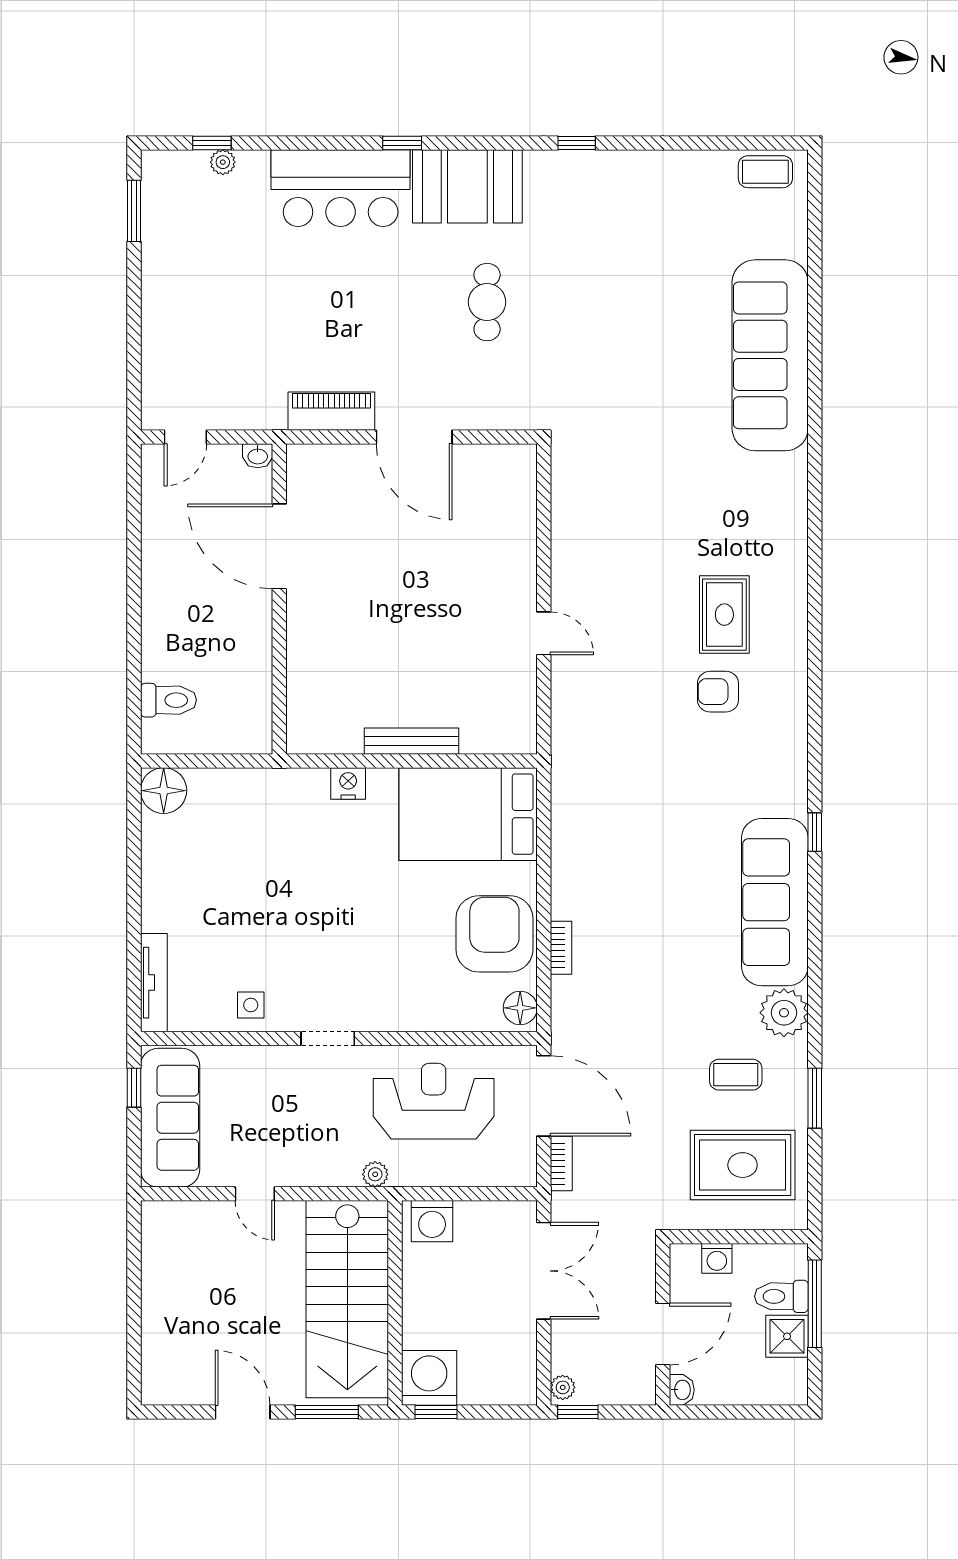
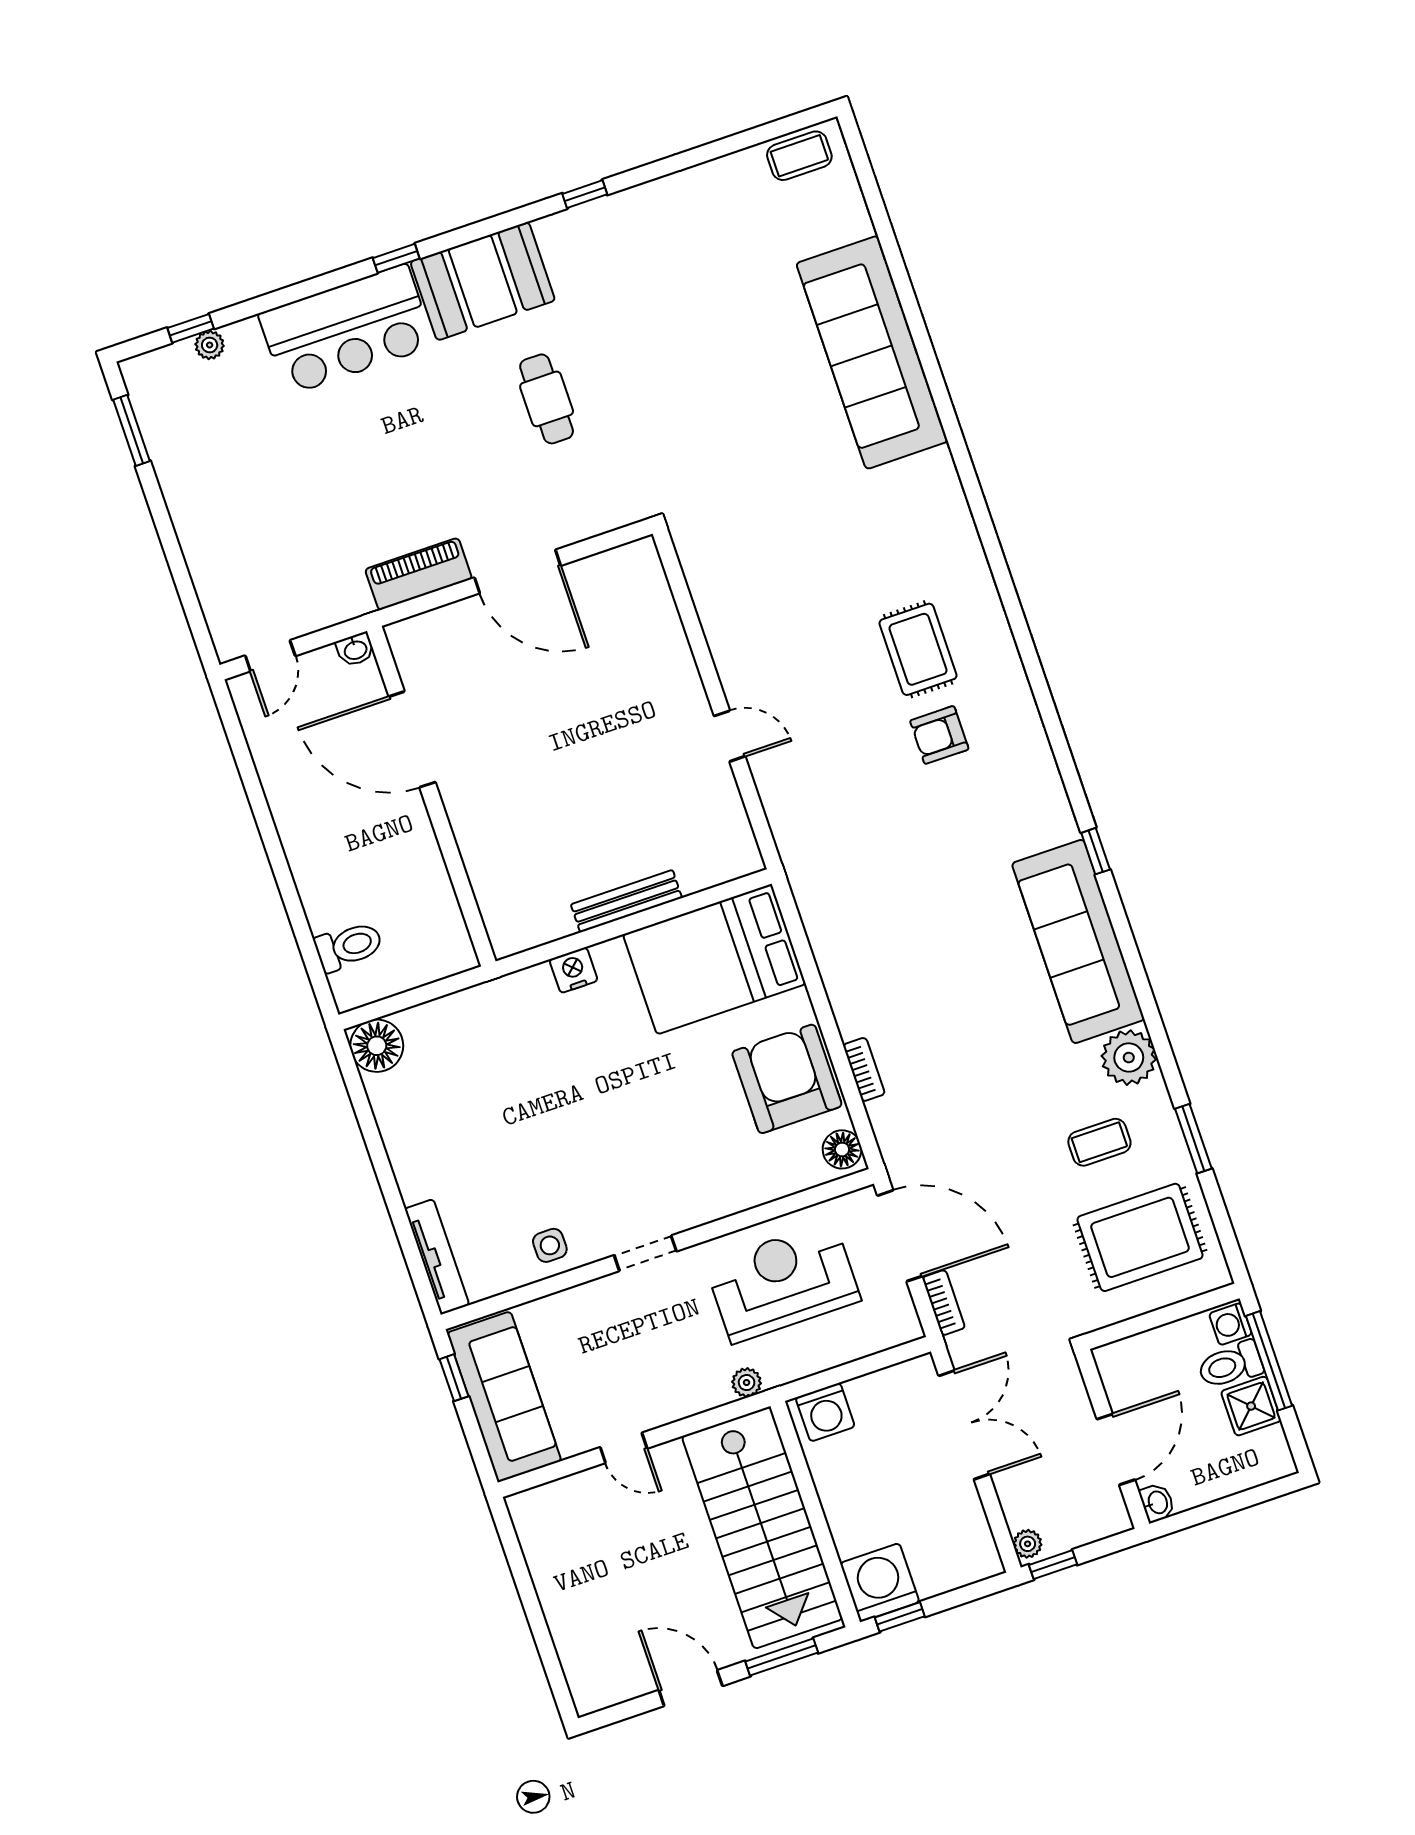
washing machine: (717, 1258) -> (1230, 1324), moved, turned 90

